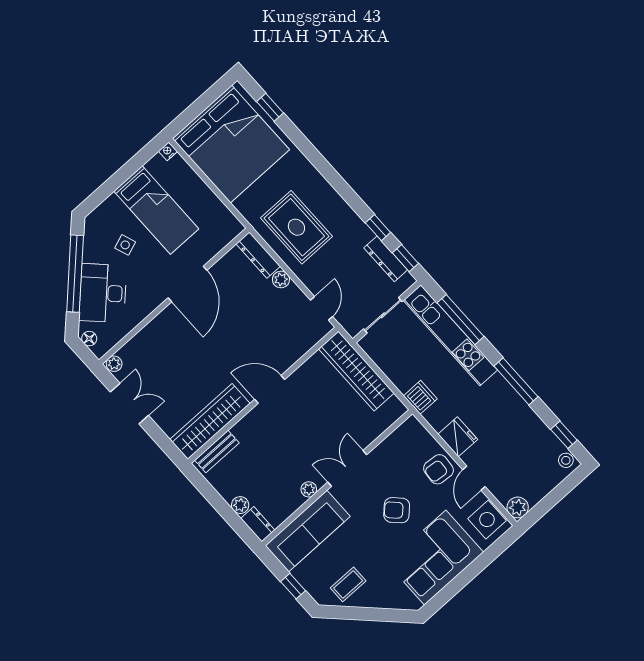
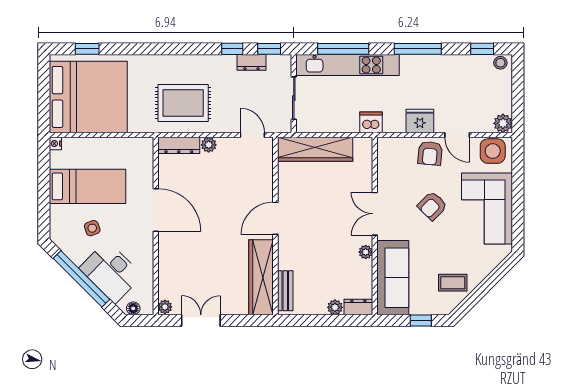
dresser: (386, 259) -> (251, 62), width x0.70
coffee table: (348, 584) -> (453, 283), turned 90

